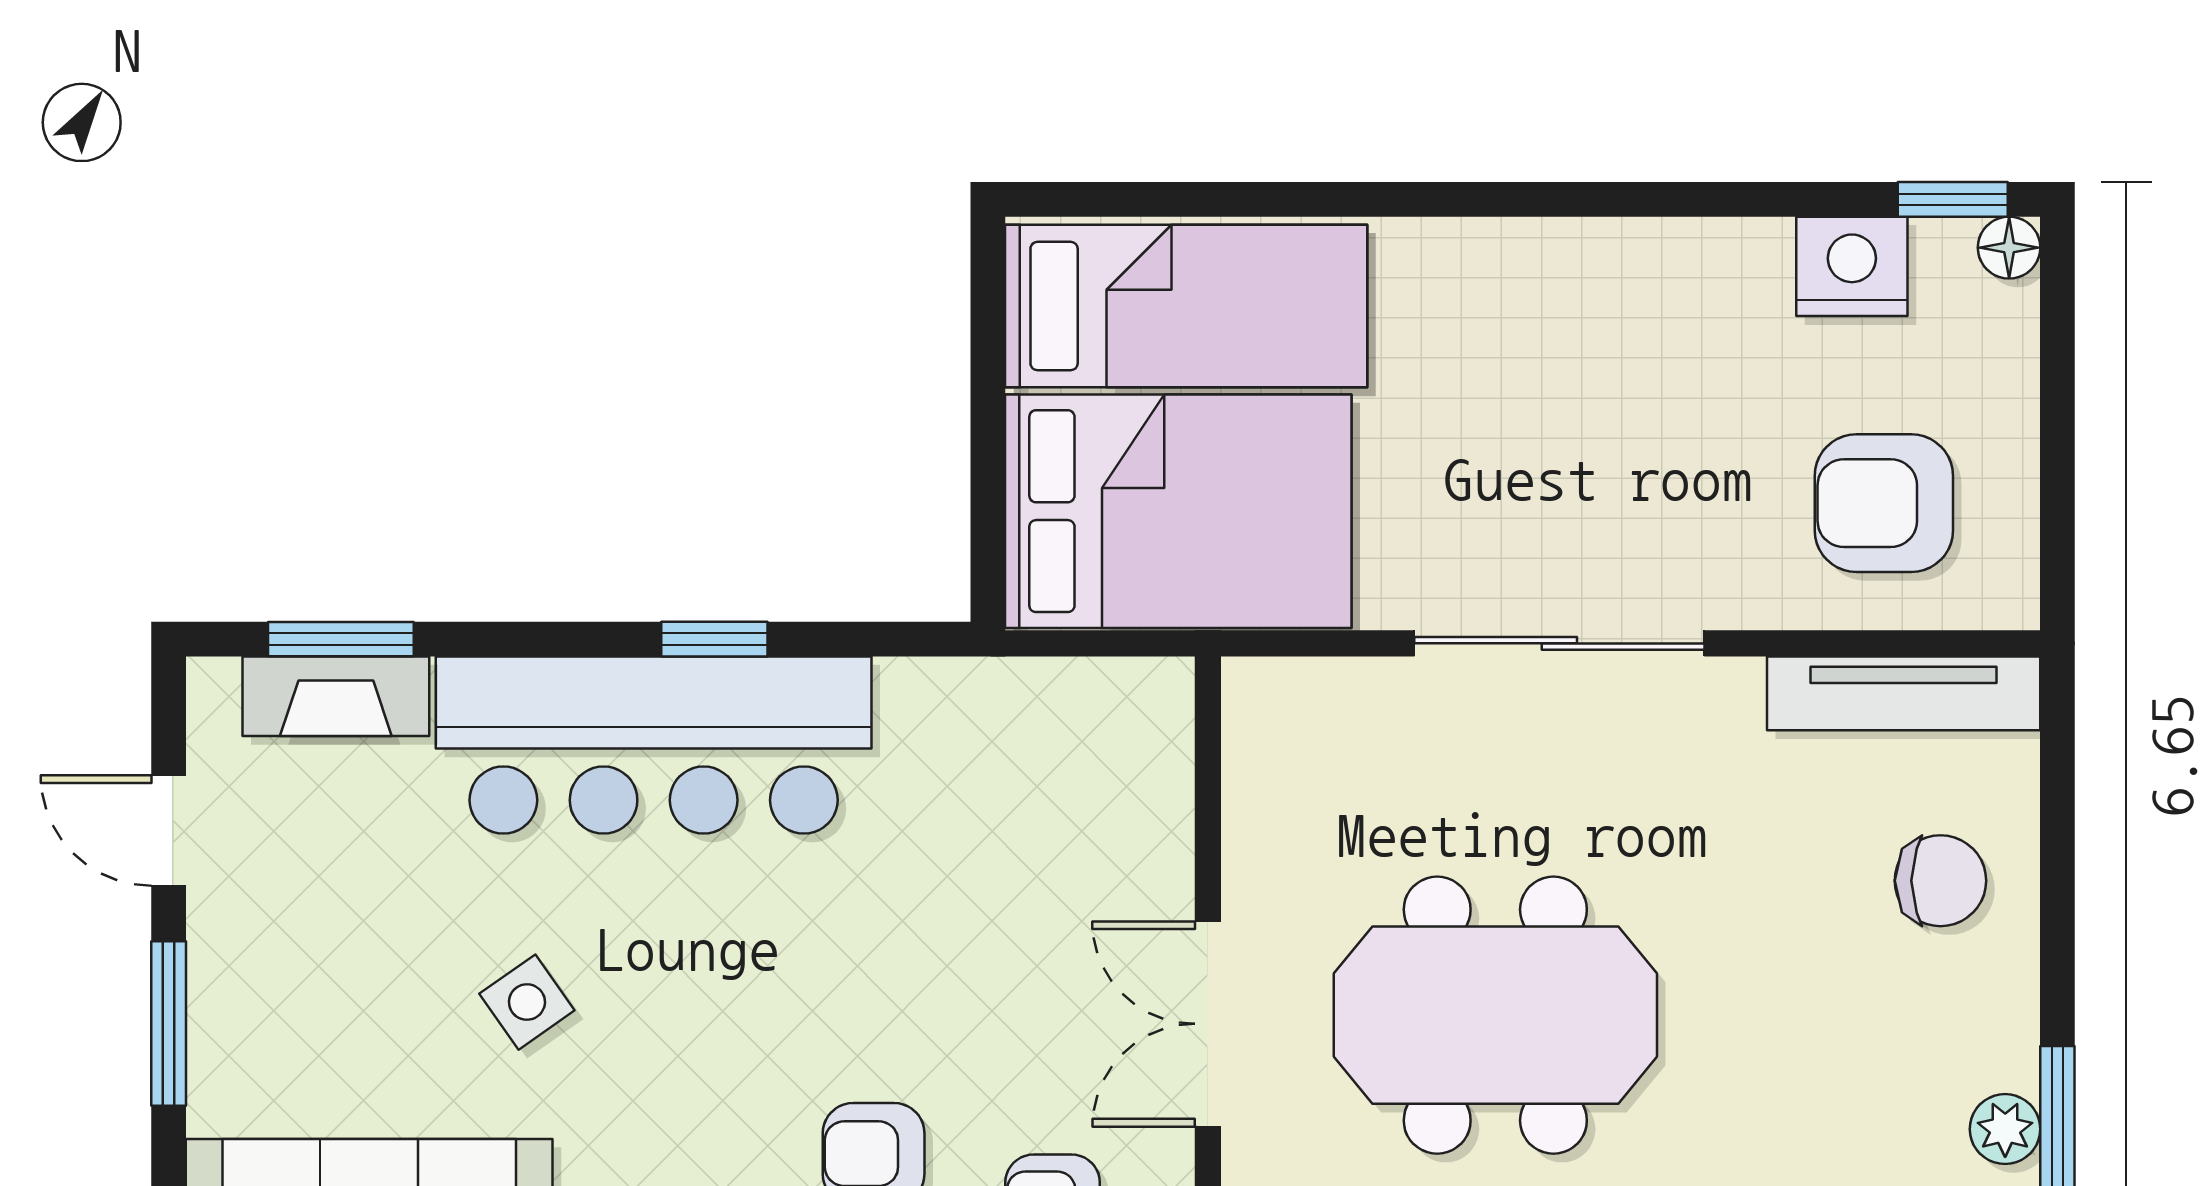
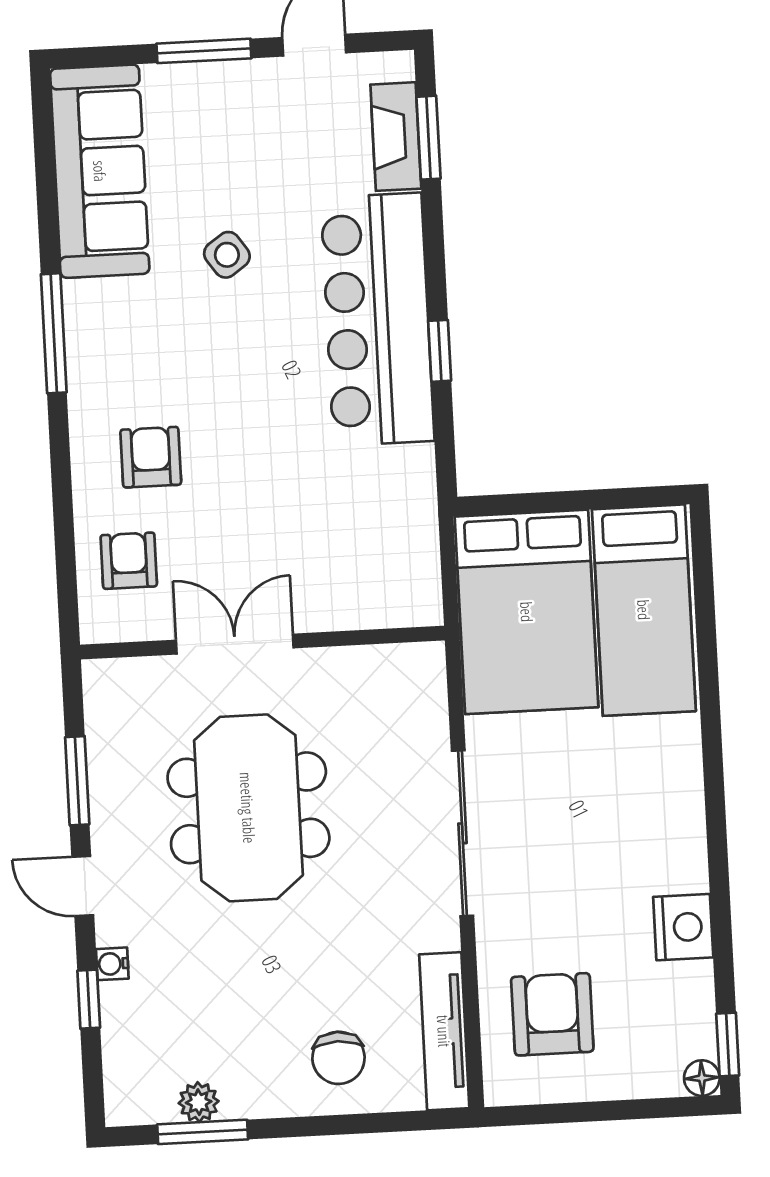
nightstand: (1852, 266) -> (683, 927), moved

